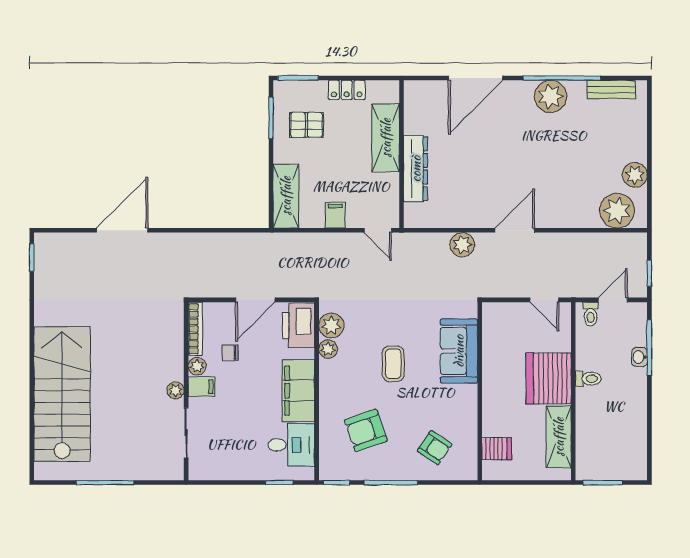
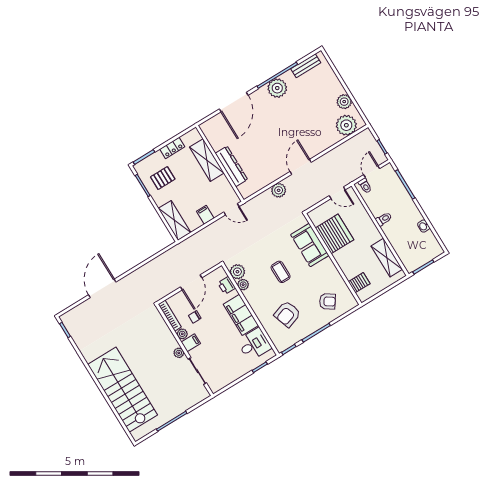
printer: (298, 325) -> (227, 285), width x0.53, depth x0.68
washbasin: (639, 357) -> (424, 226), moved
server rack: (549, 378) -> (335, 234), moved, turned 180

